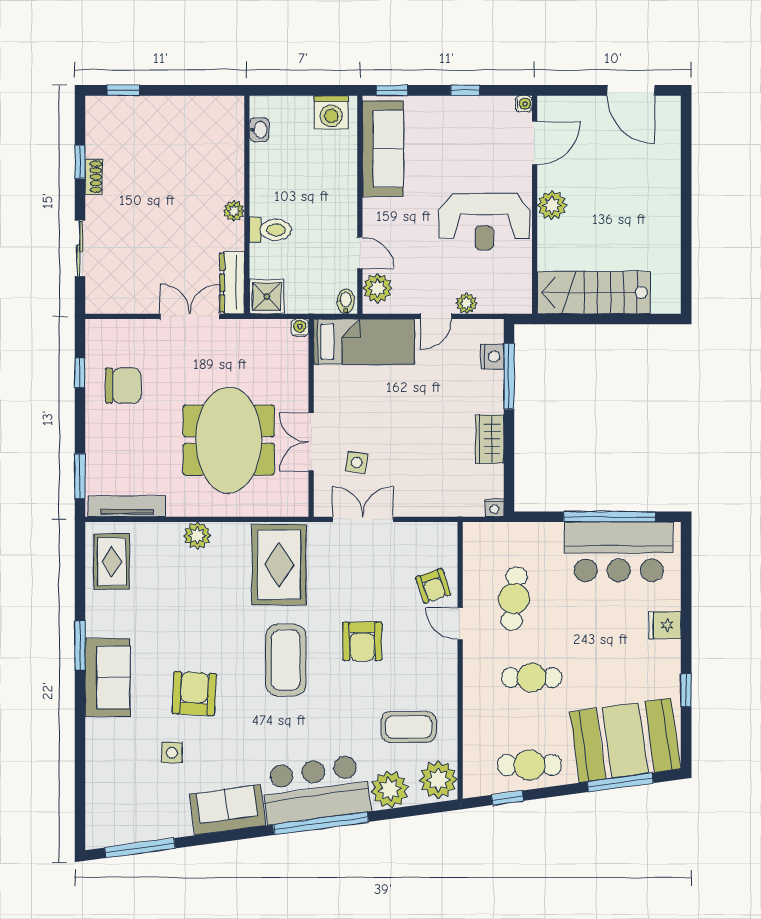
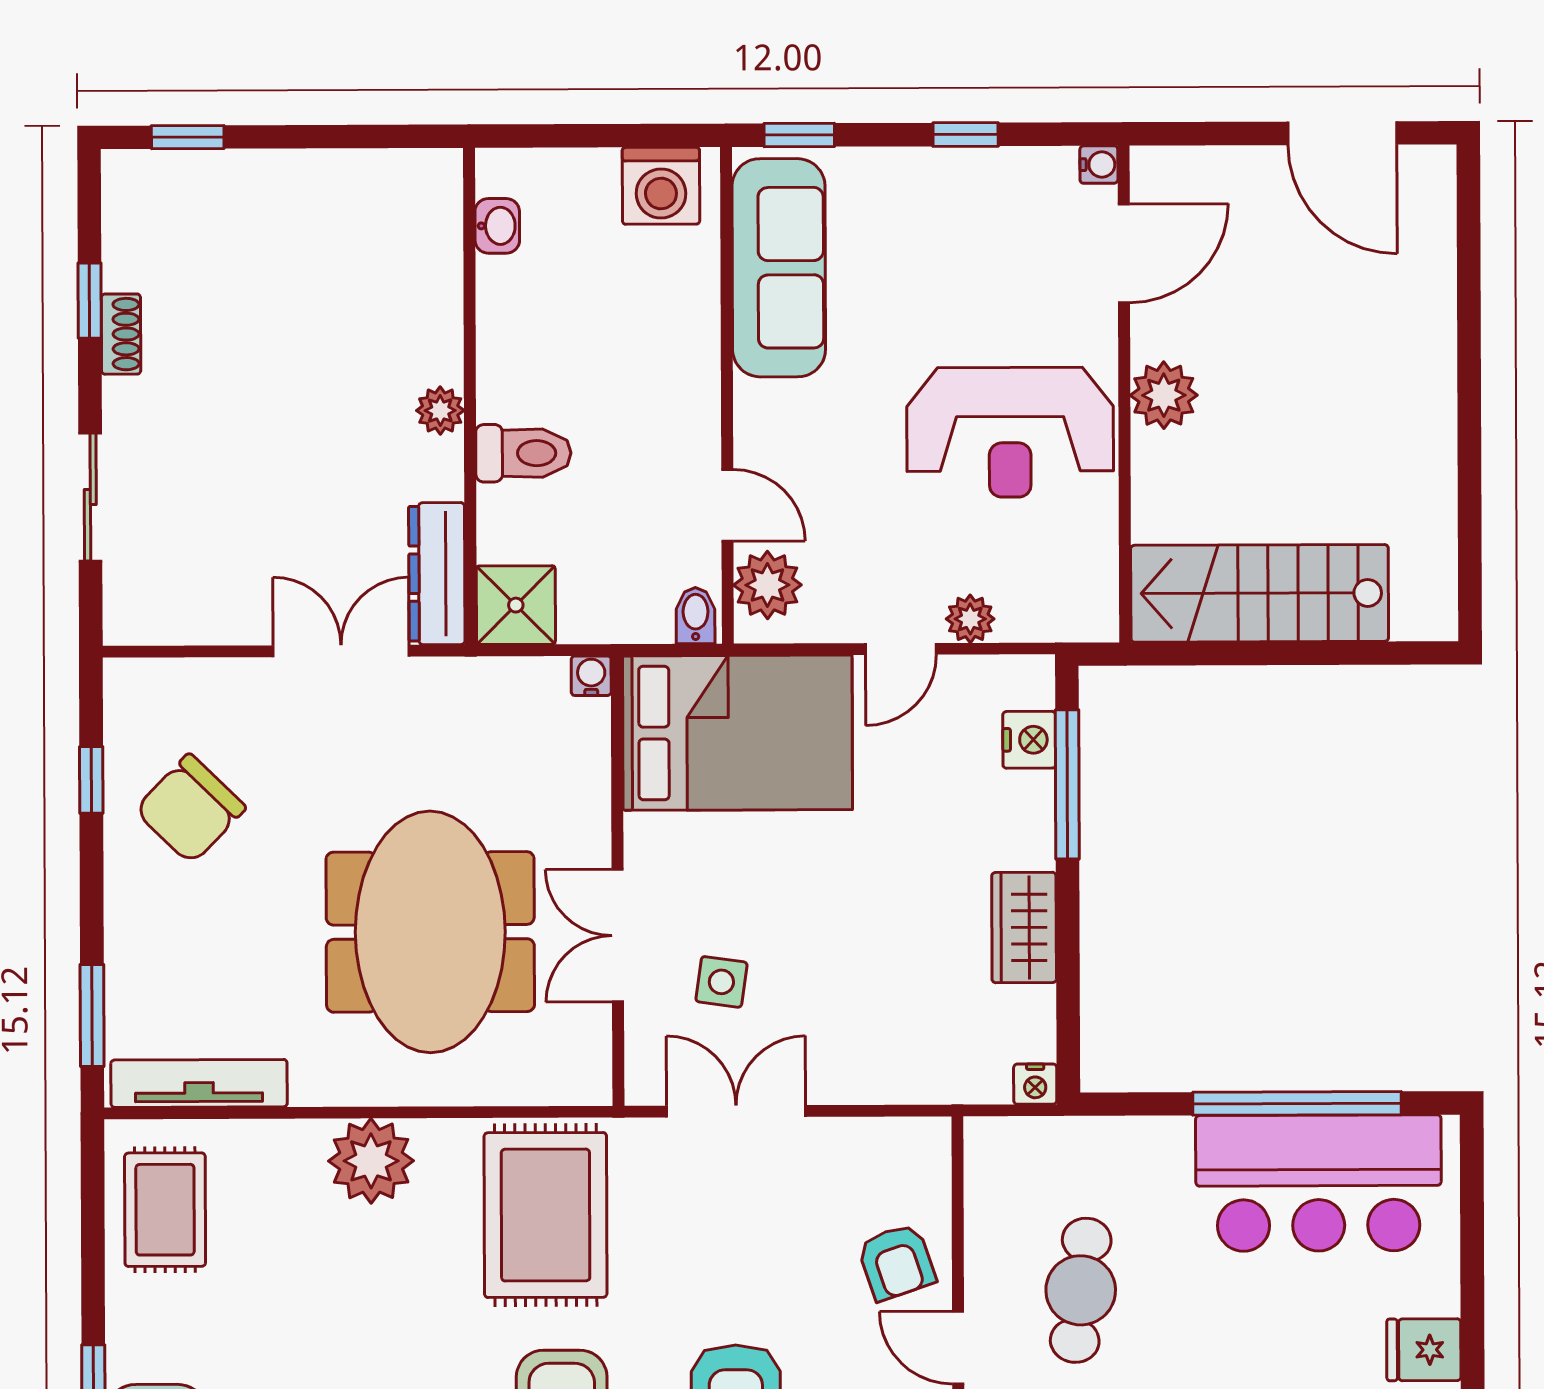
bed: (364, 342) -> (738, 733), width x1.50
chair: (123, 386) -> (190, 809), turned 134
plant: (197, 536) -> (371, 1161), width x1.36, depth x1.36

